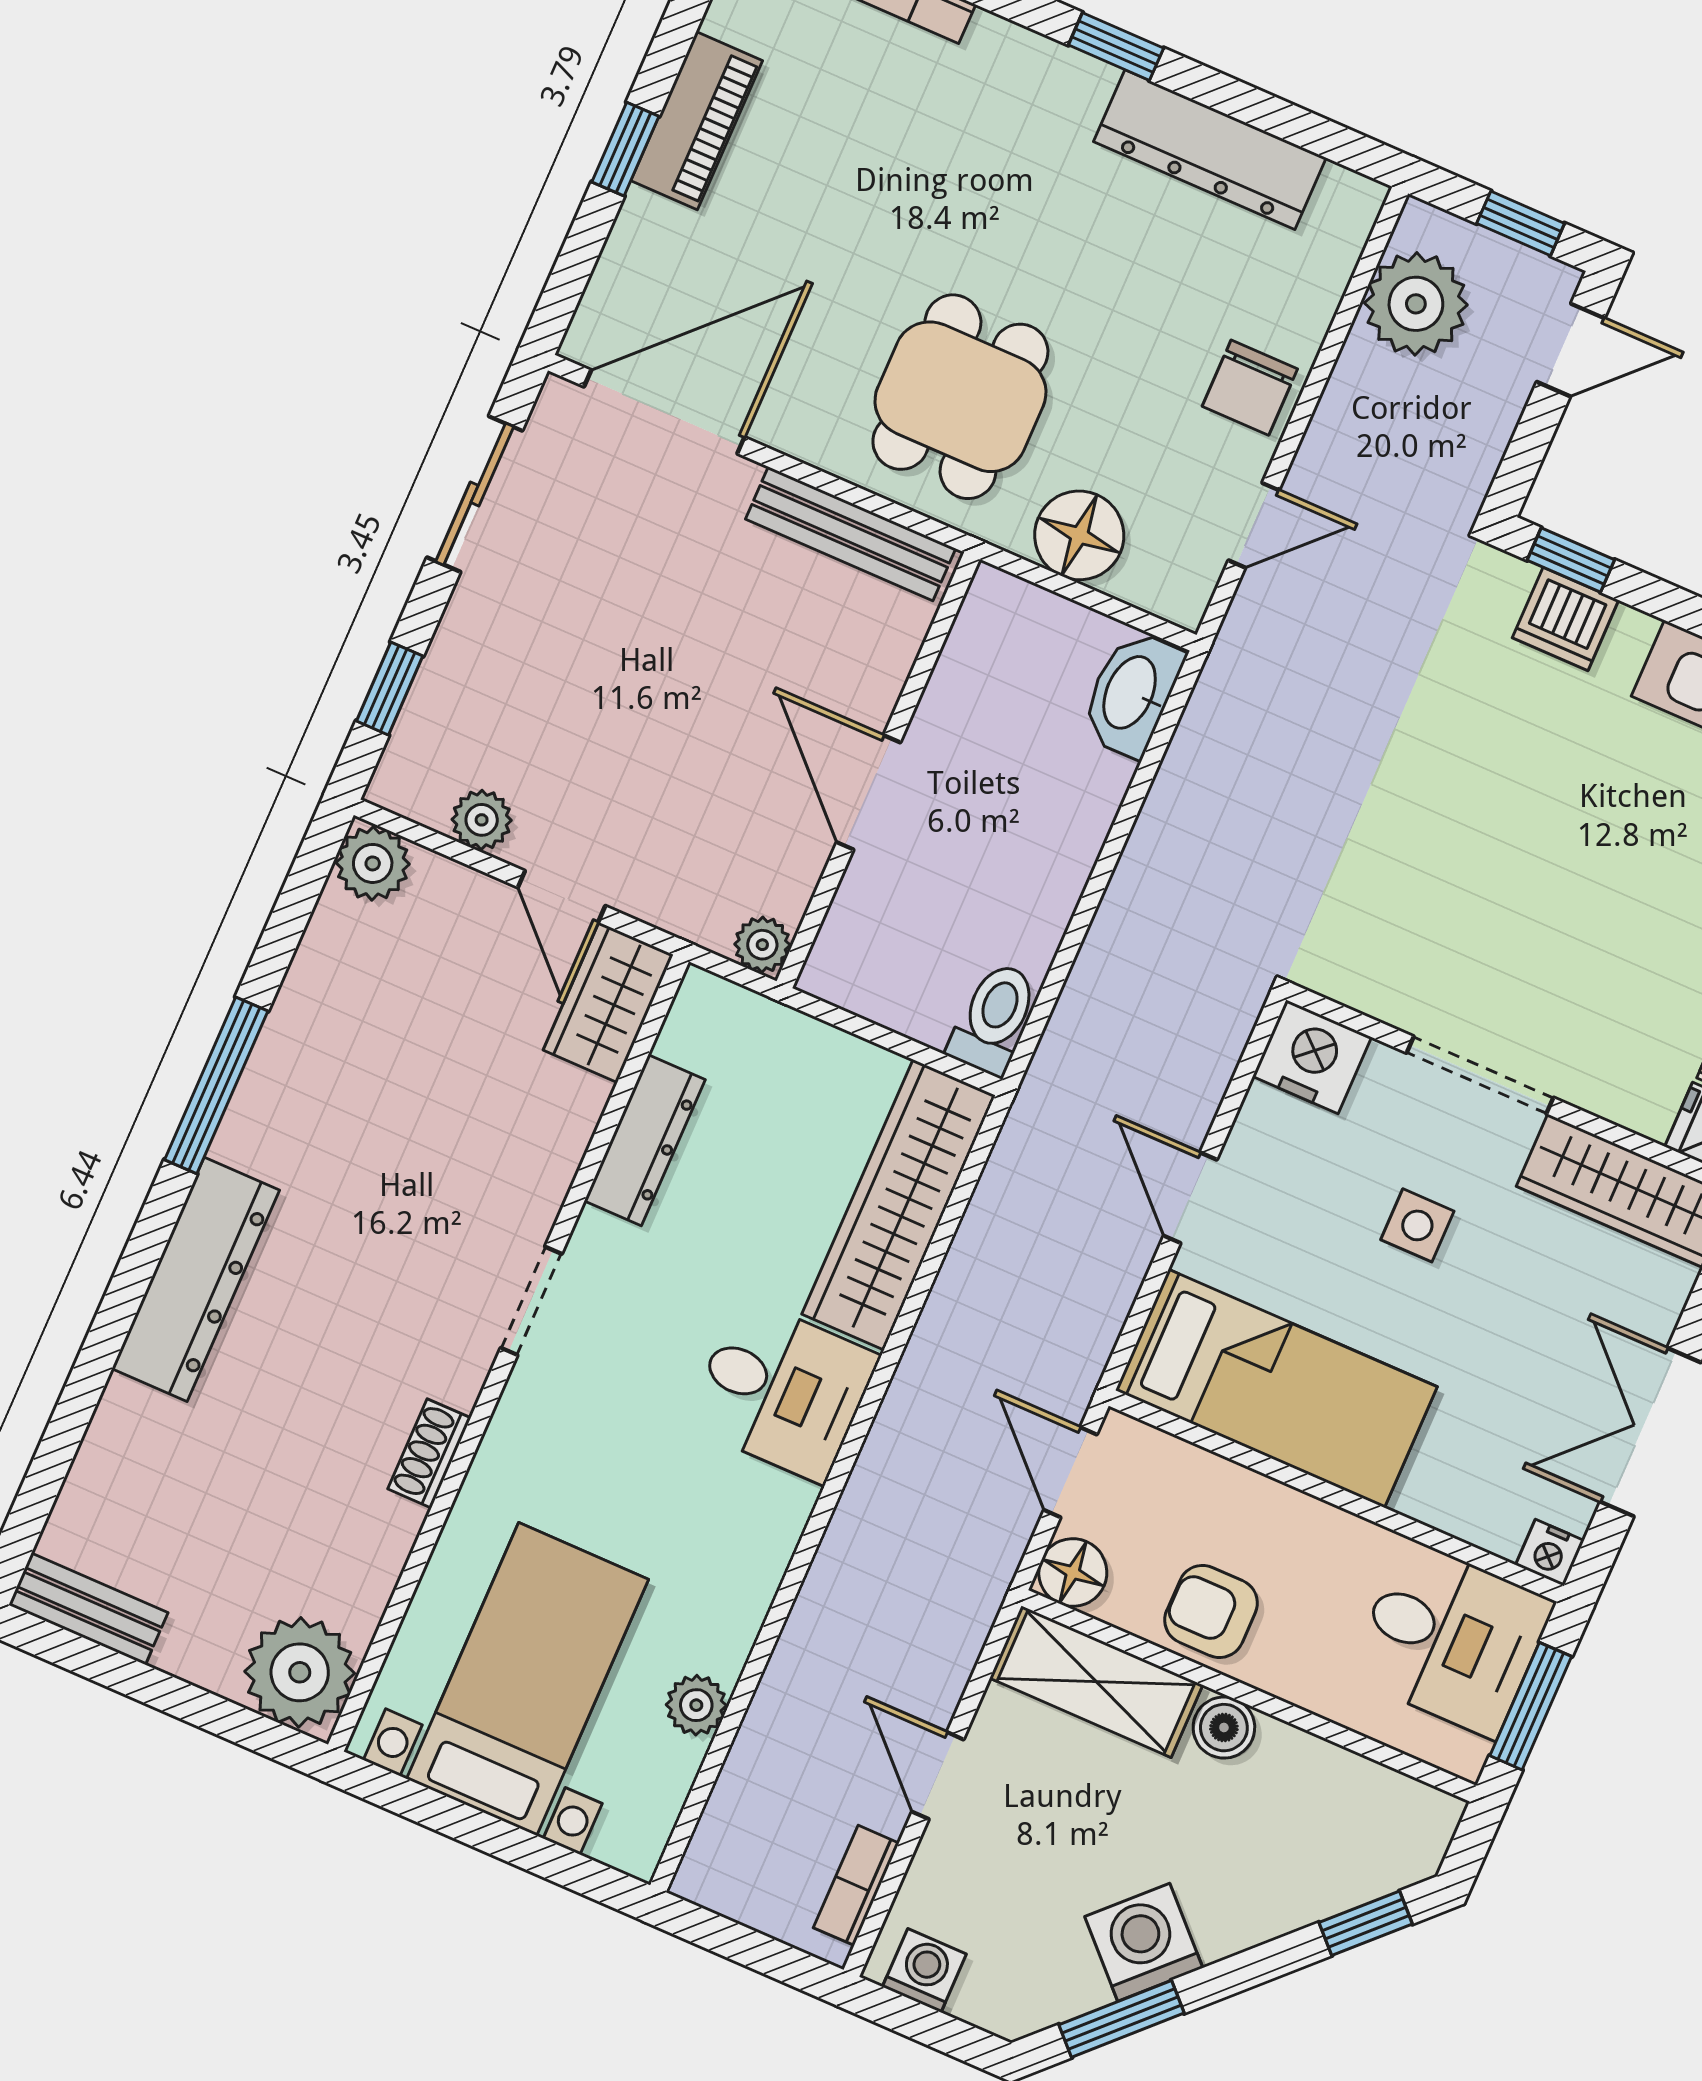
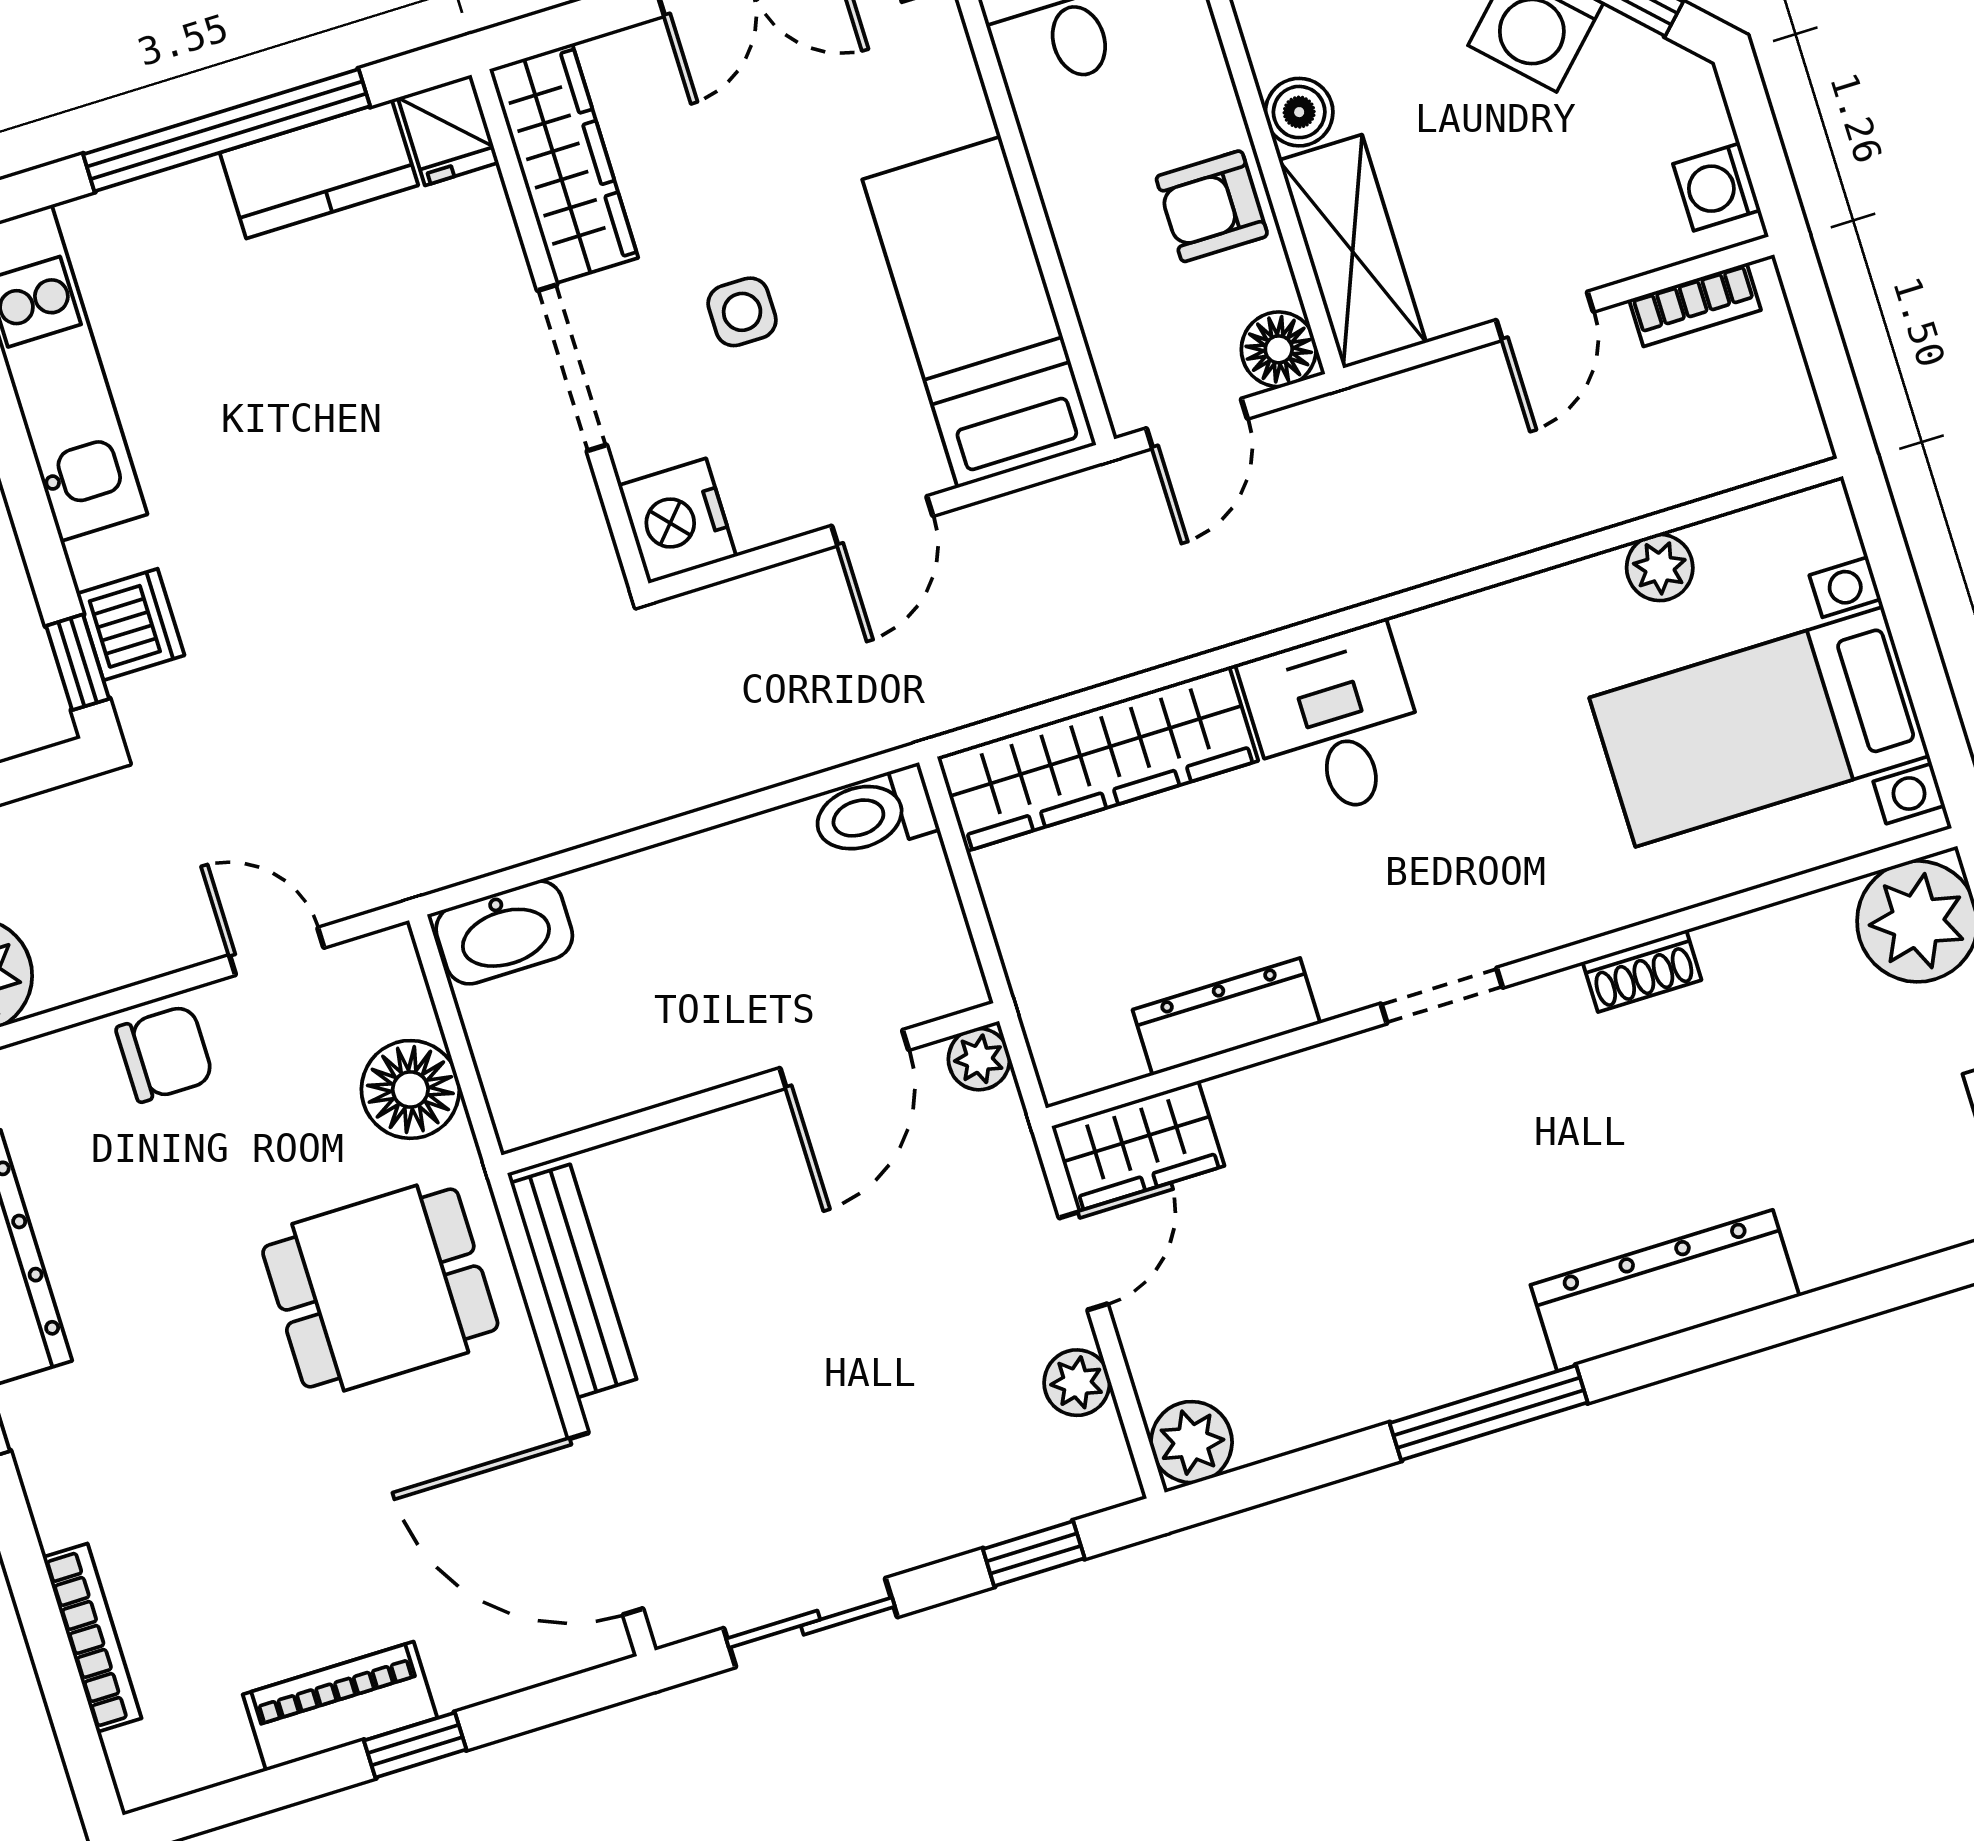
door: (868, 792) -> (844, 1059), moved
armchair: (1211, 1611) -> (1212, 206), turned 90

